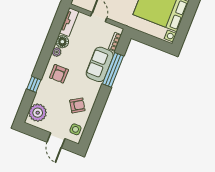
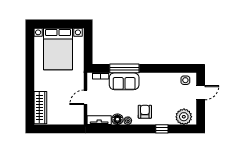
armchair: (59, 74) -> (145, 112), turned -90
armchair: (77, 105) -> (165, 86), removed

